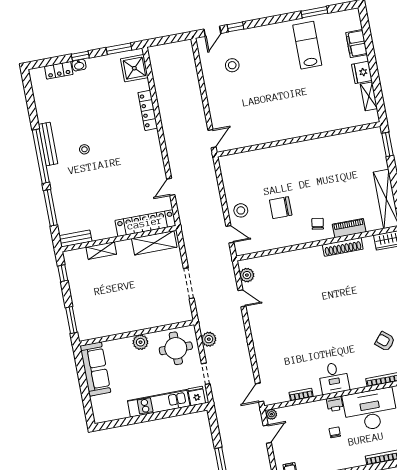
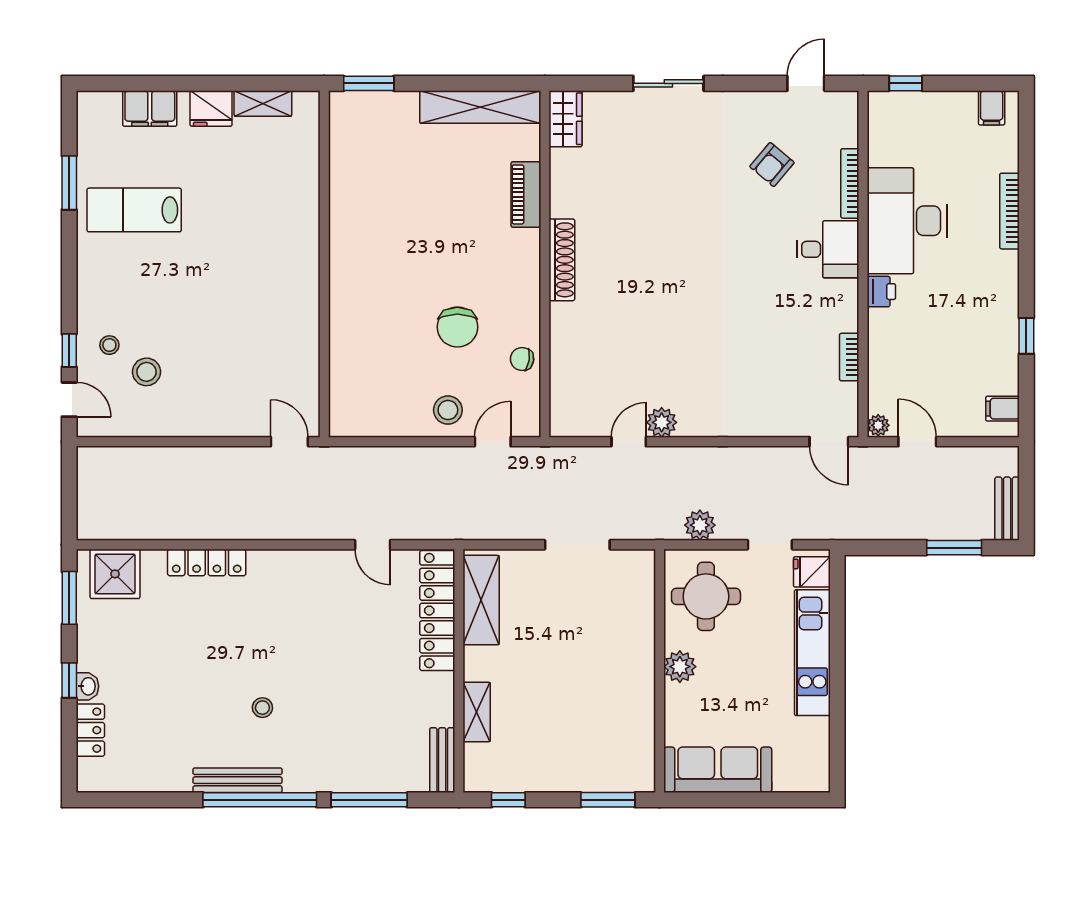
stool: (242, 45) -> (109, 345), added
chair: (318, 224) -> (522, 359), moved
shoe rack: (343, 247) -> (562, 260), moved
plant: (247, 275) -> (662, 422), moved
desk: (334, 378) -> (828, 249), moved
chair: (335, 432) -> (940, 302), removed

